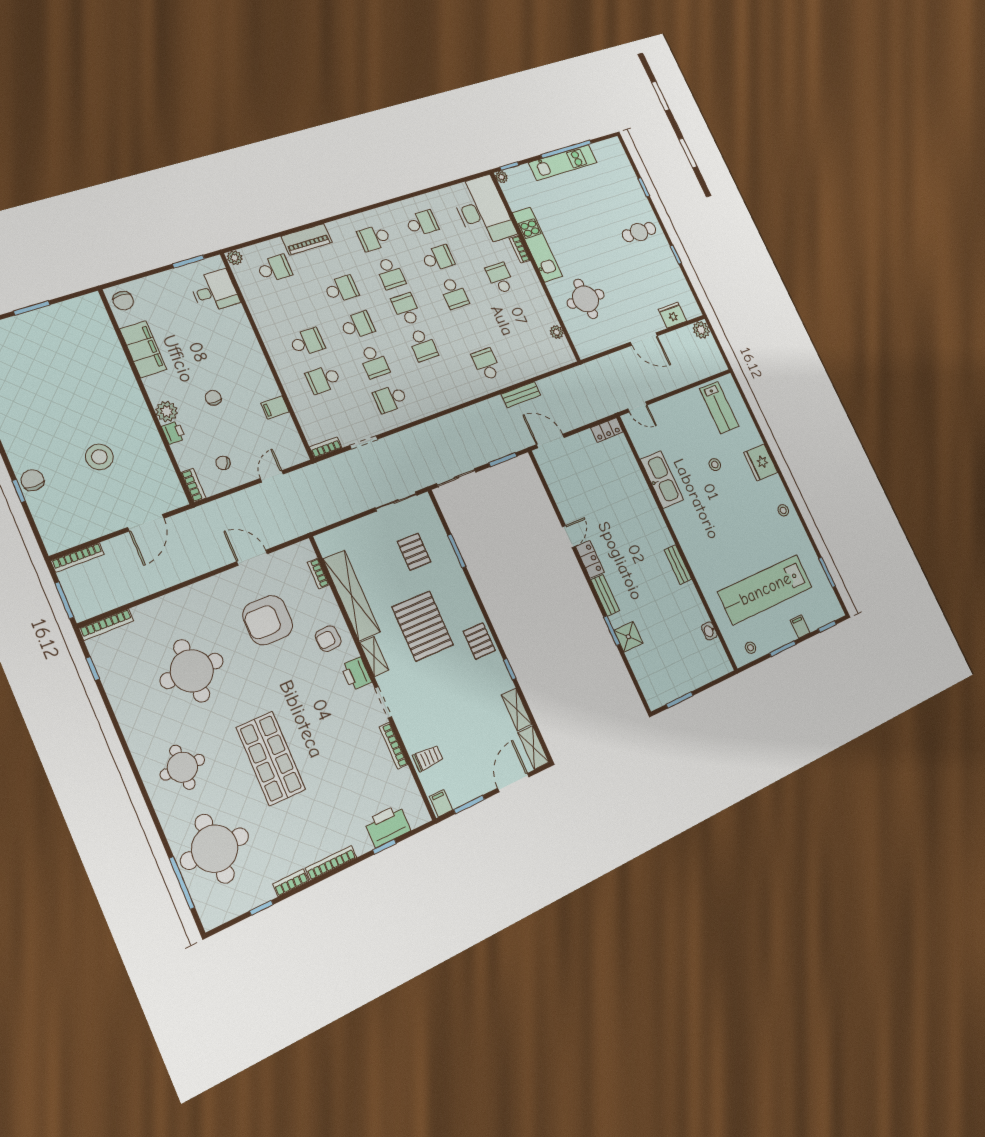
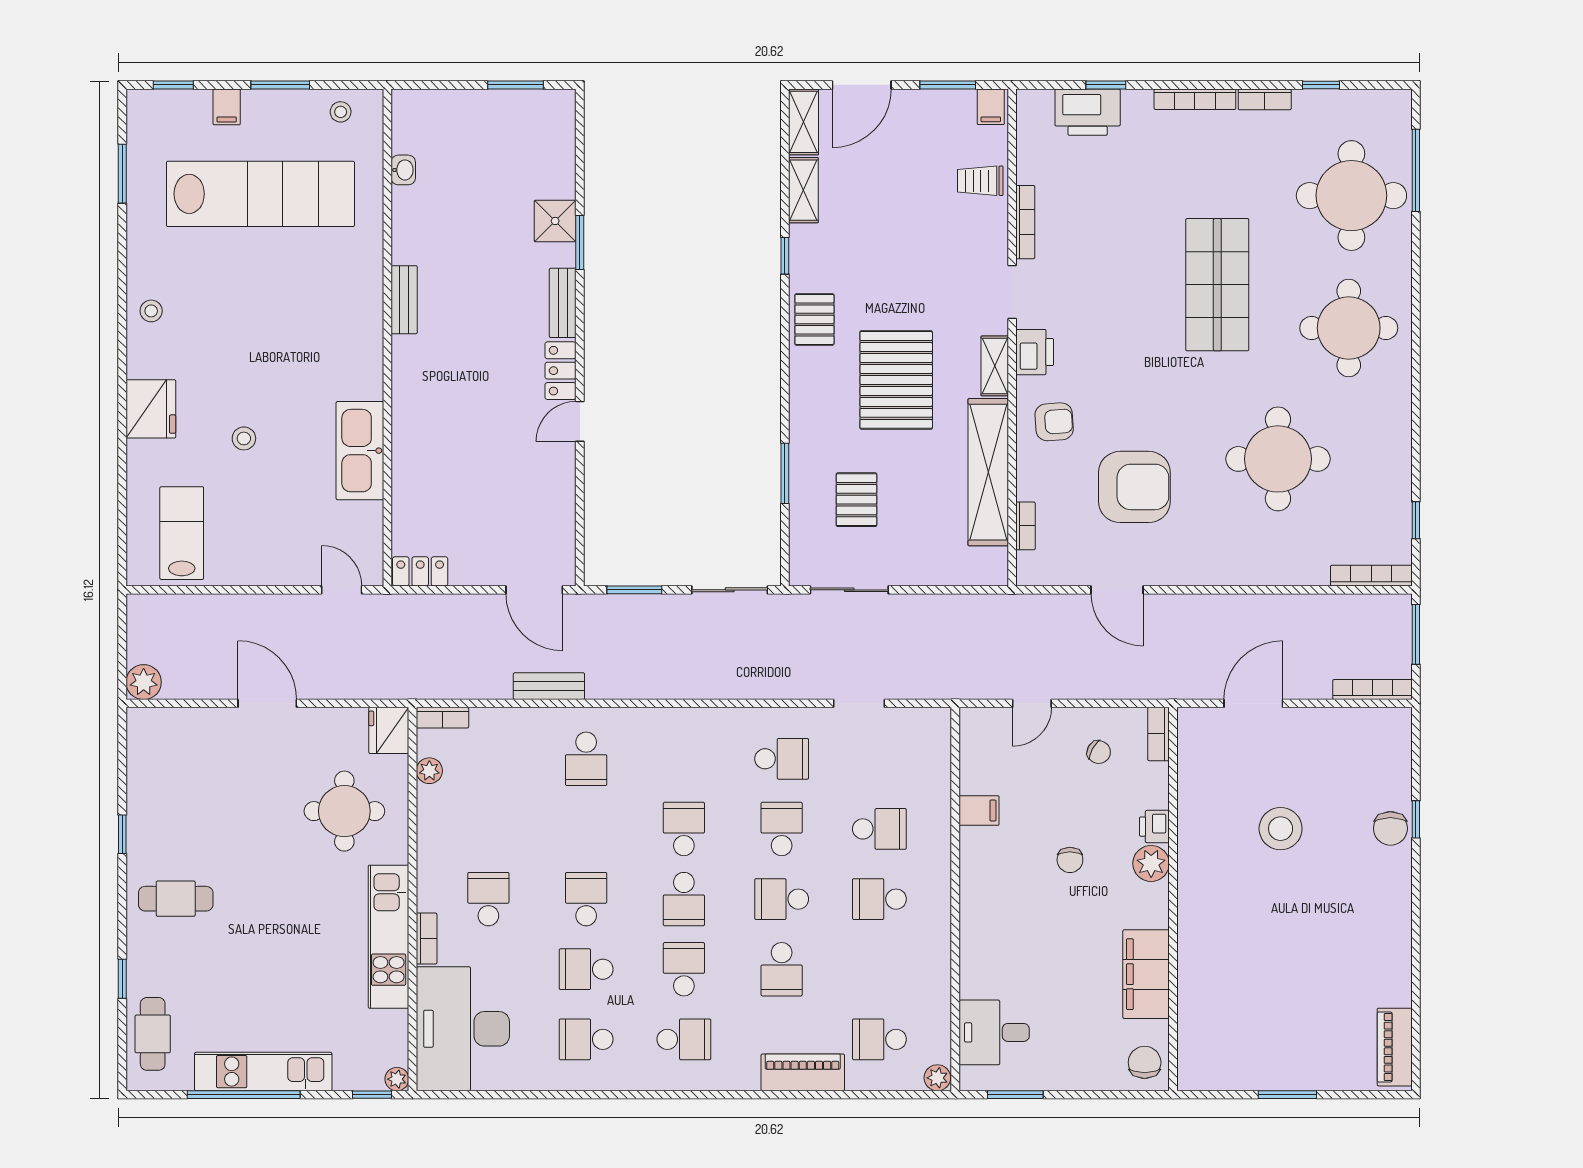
cafe table: (619, 166) -> (153, 1034), added
school desk: (500, 278) -> (488, 899), turned 180
school desk: (341, 289) -> (782, 969), turned -90
fridge: (672, 315) -> (389, 730), moved, turned 90
bookcase: (326, 447) -> (442, 718), moved
round table: (182, 767) -> (1349, 328), width x1.36, depth x1.36

